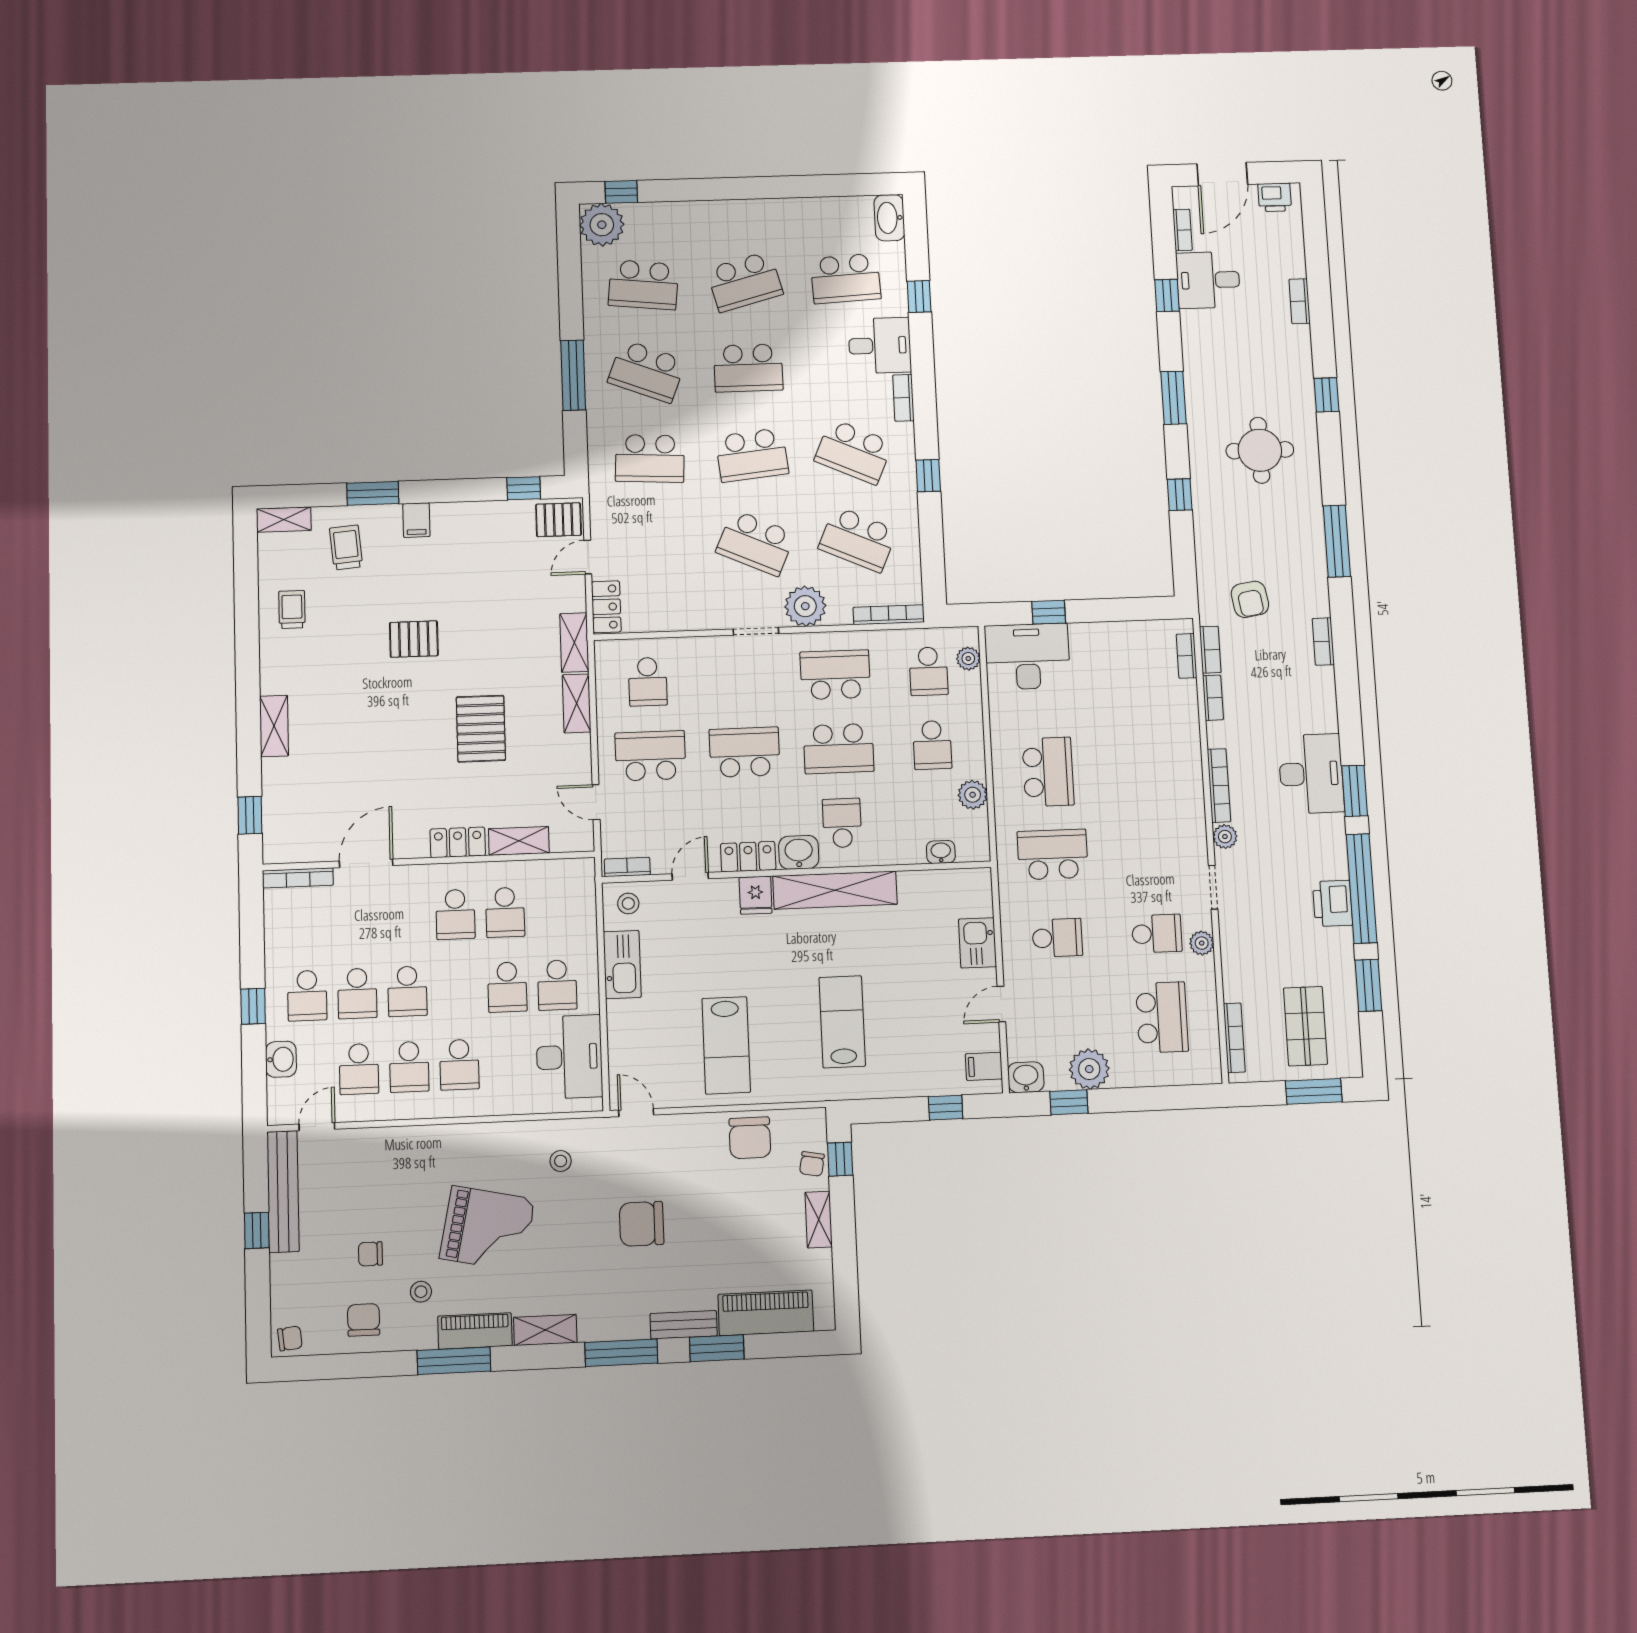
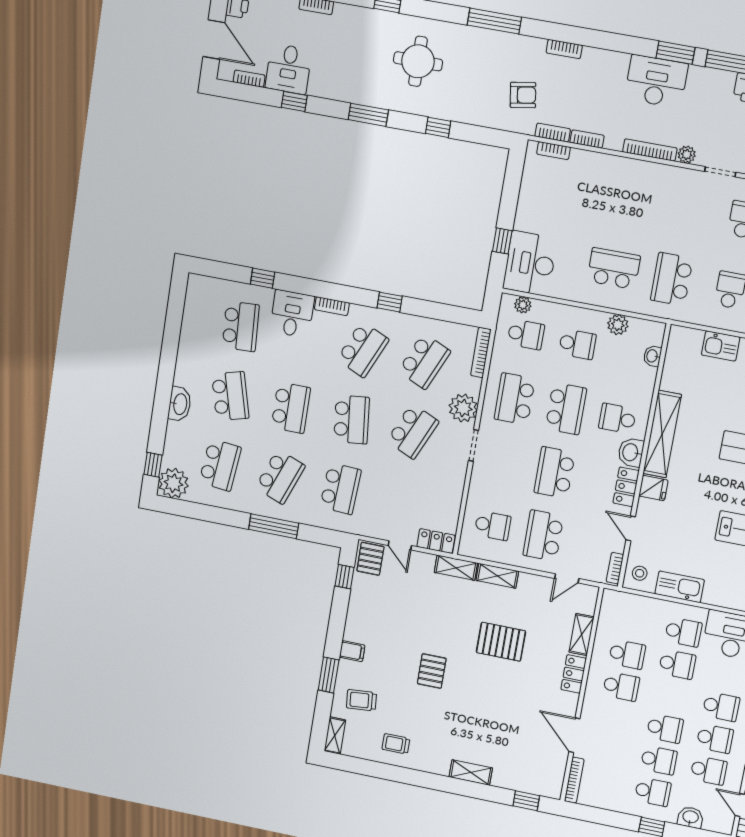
washbasin: (889, 218) -> (180, 404), moved, turned -90

